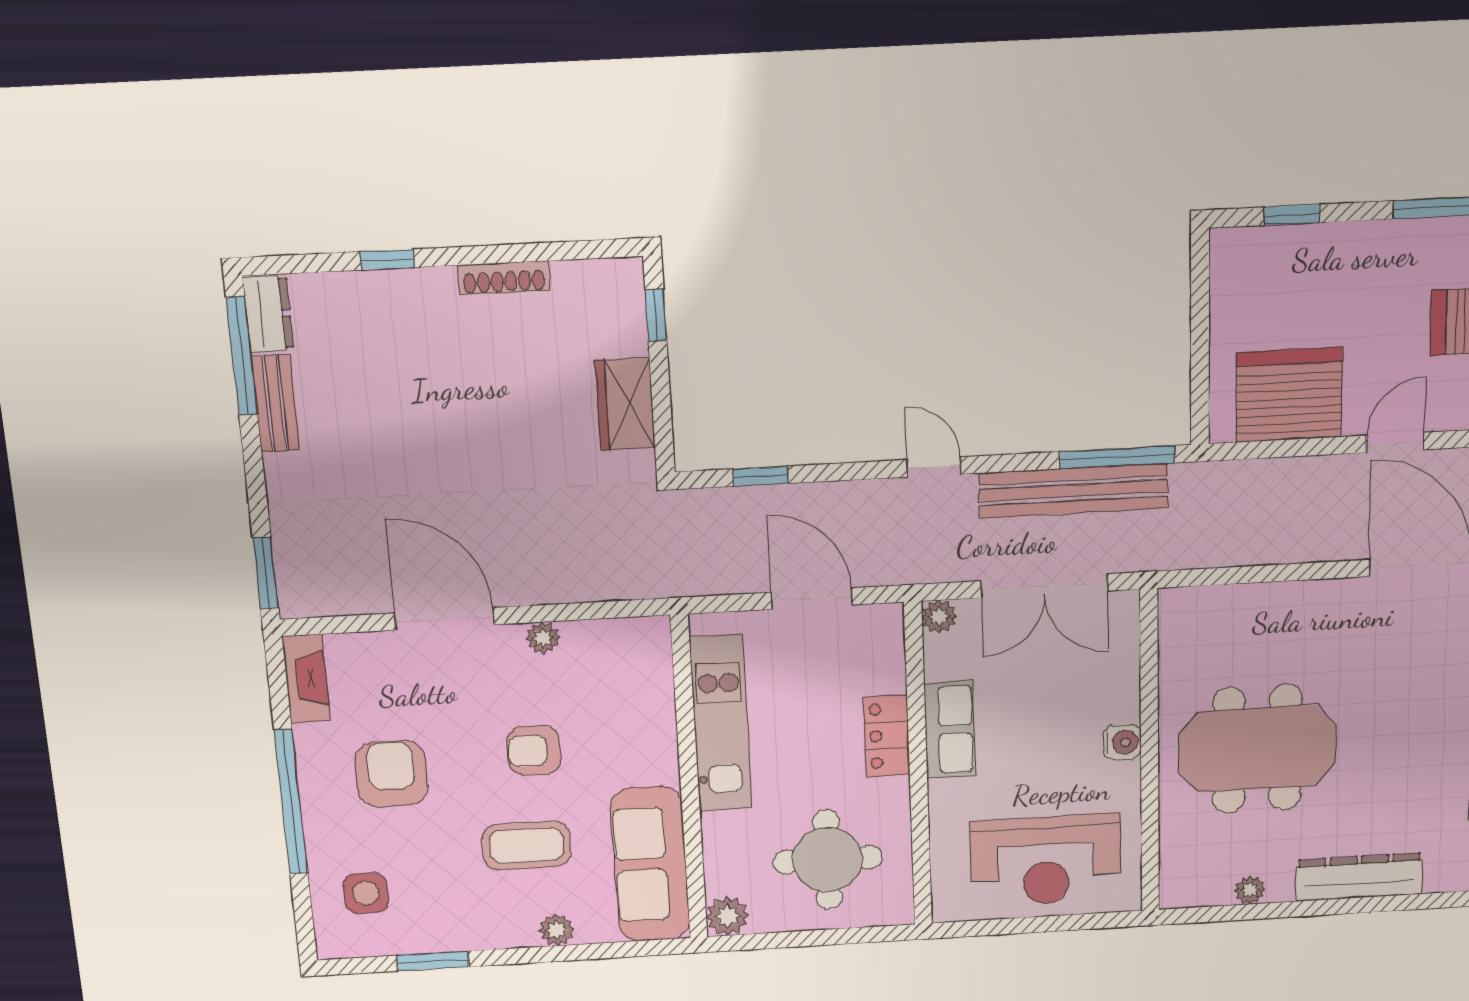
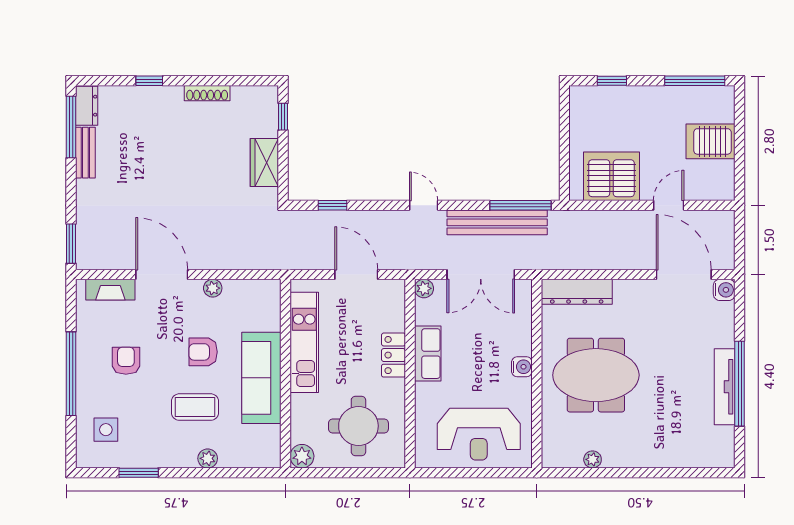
fireplace: (306, 679) -> (110, 290), moved, turned 90
armchair: (391, 774) -> (126, 361), width x0.72, depth x0.72
sofa: (650, 864) -> (261, 378), moved
dresser: (1359, 877) -> (577, 292), moved, turned 180

